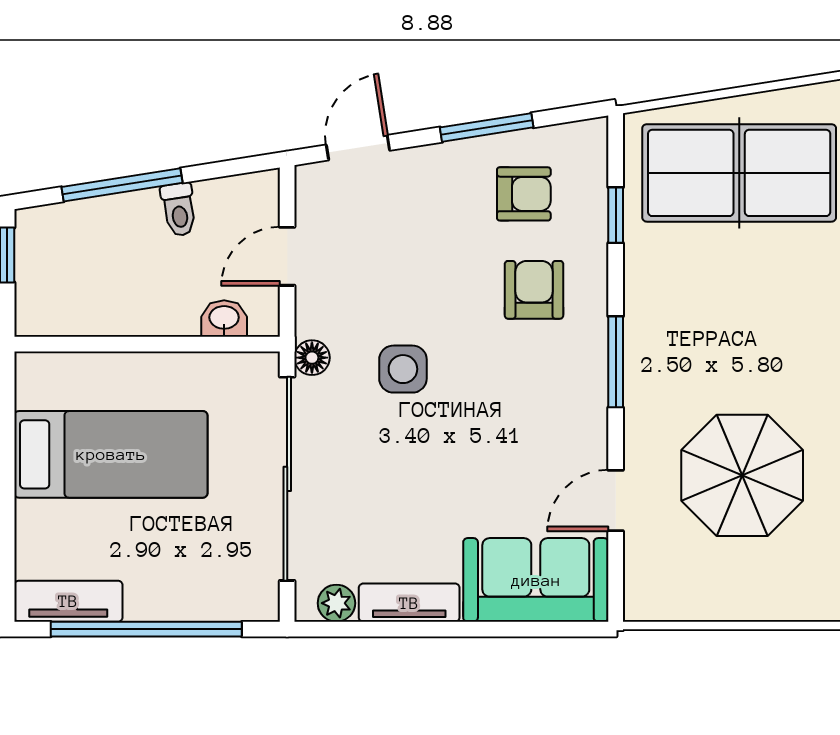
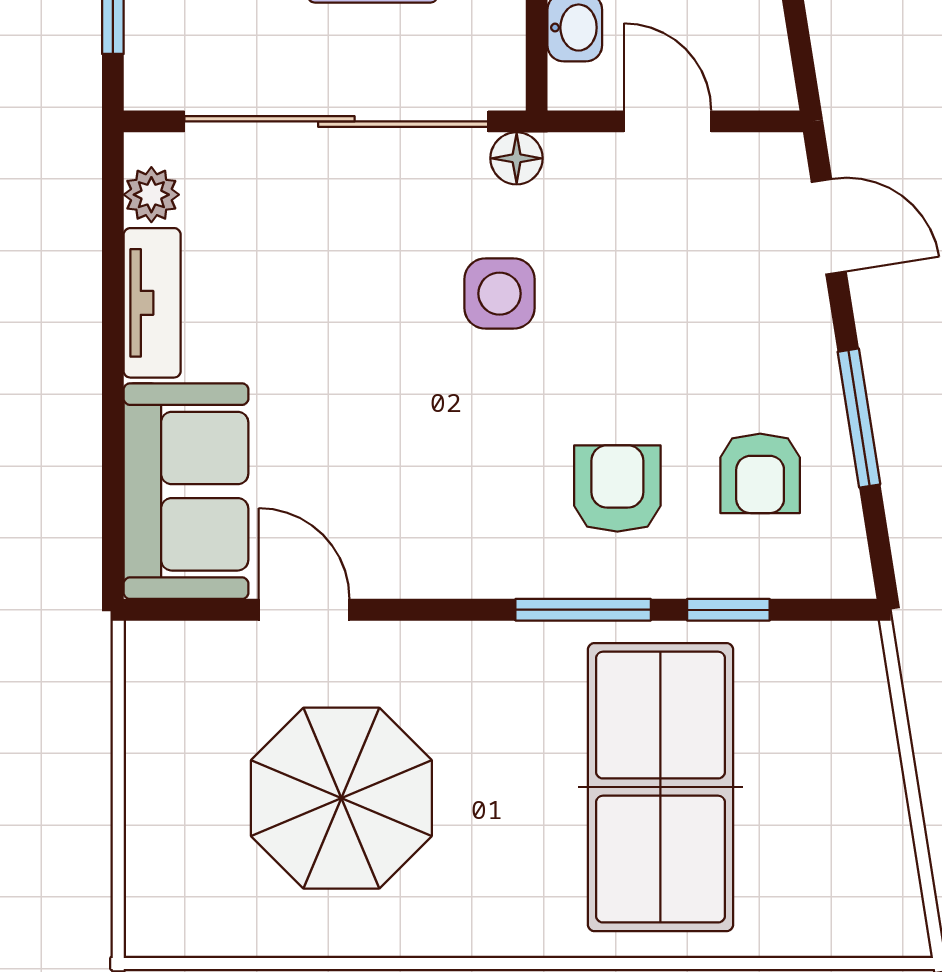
table tennis table: (739, 173) -> (660, 787), moved
armchair: (534, 290) -> (617, 489), turned -90
window: (616, 362) -> (583, 610), moved

